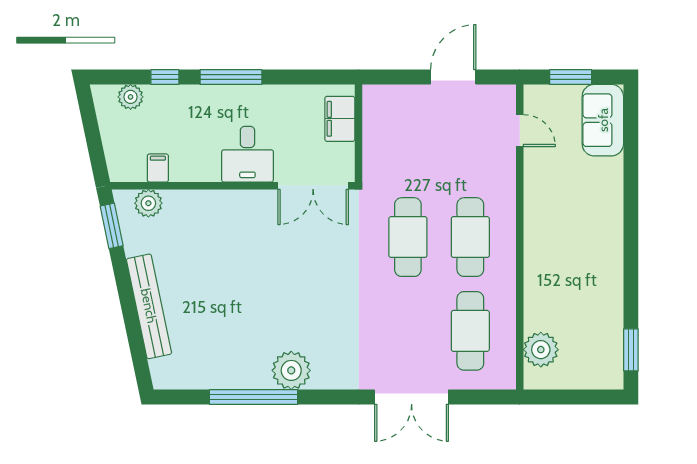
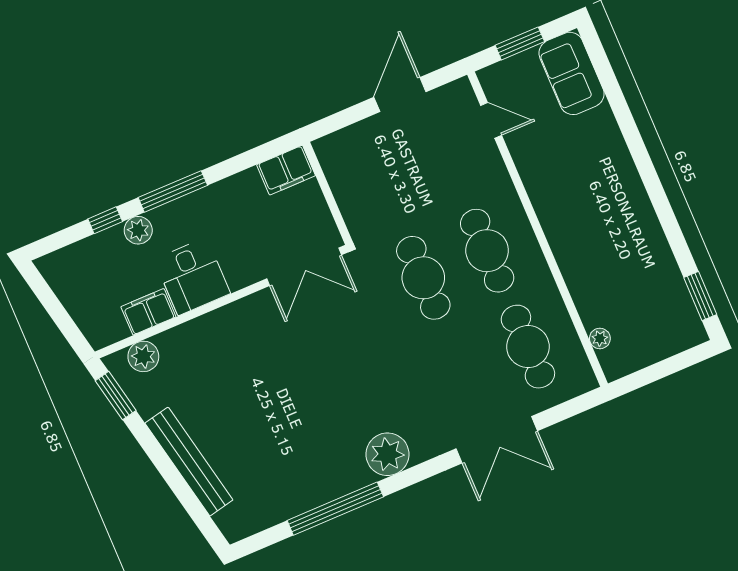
plant: (131, 97) -> (138, 230), moved
filing cabinet: (340, 119) -> (286, 170), moved, turned -90
desk: (247, 154) -> (192, 276), moved
filing cabinet: (158, 168) -> (148, 312), width x2.00
plant: (541, 350) -> (600, 338), width x0.53, depth x0.53
plant: (291, 370) -> (387, 454), moved

